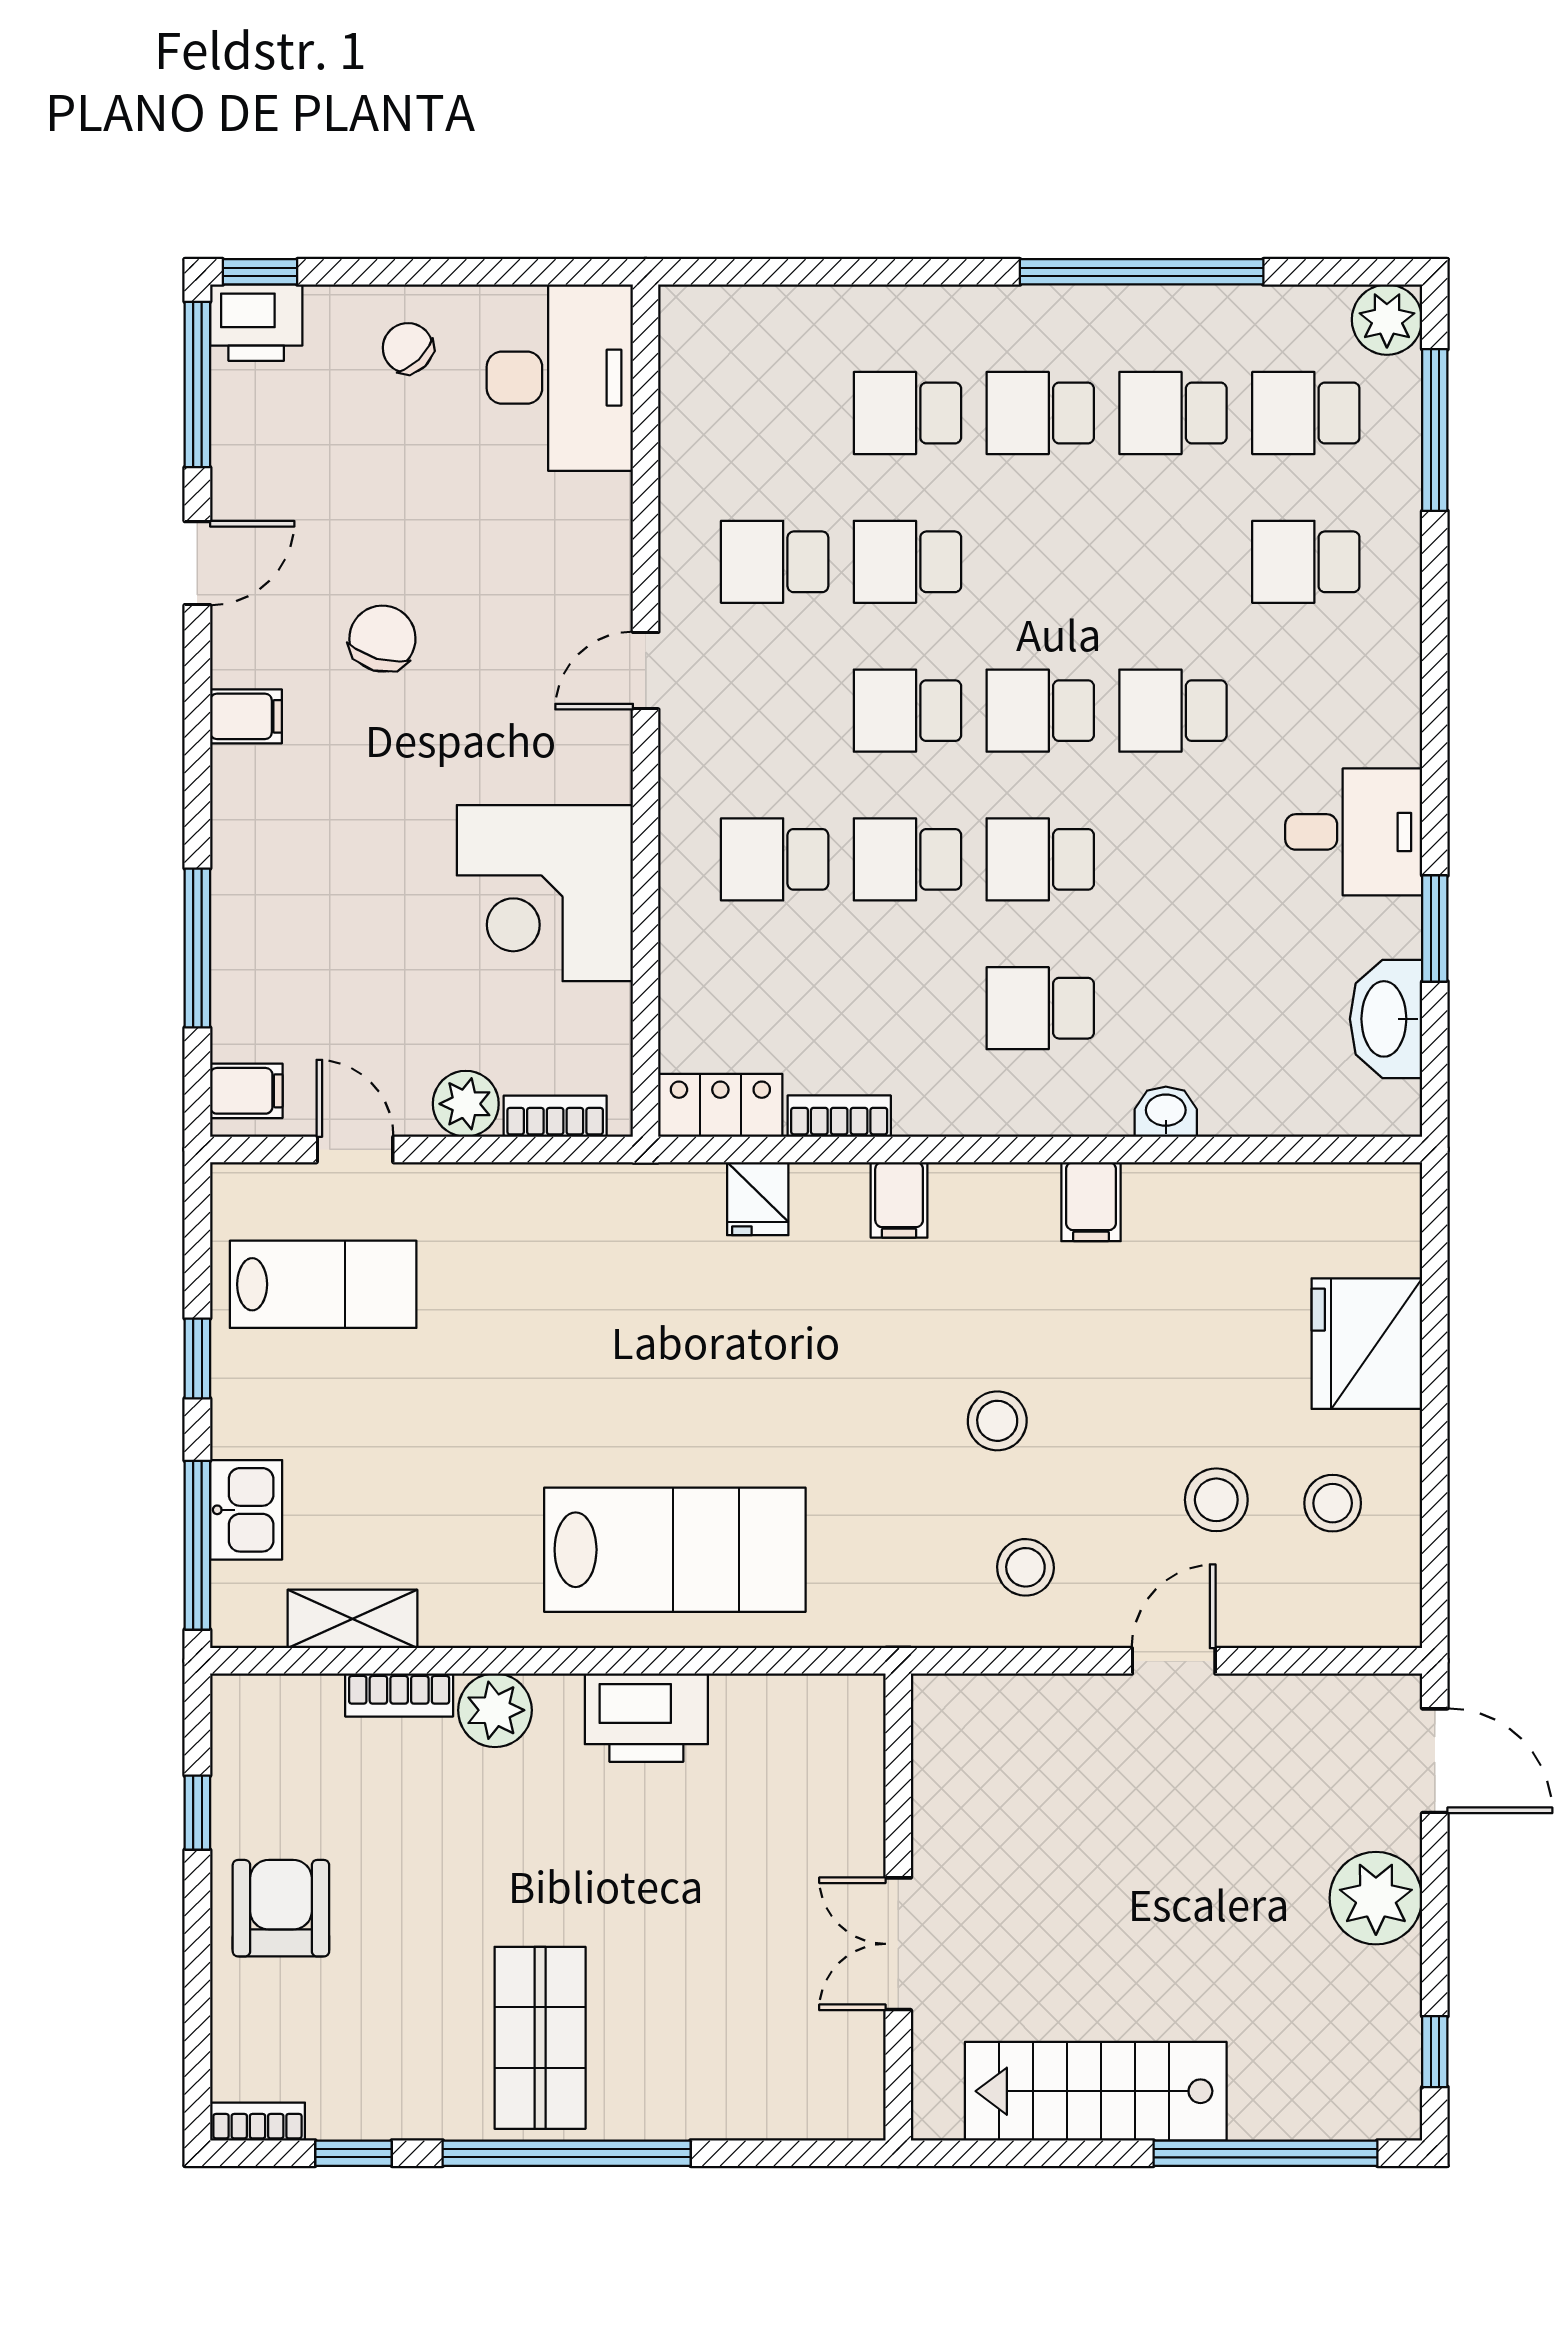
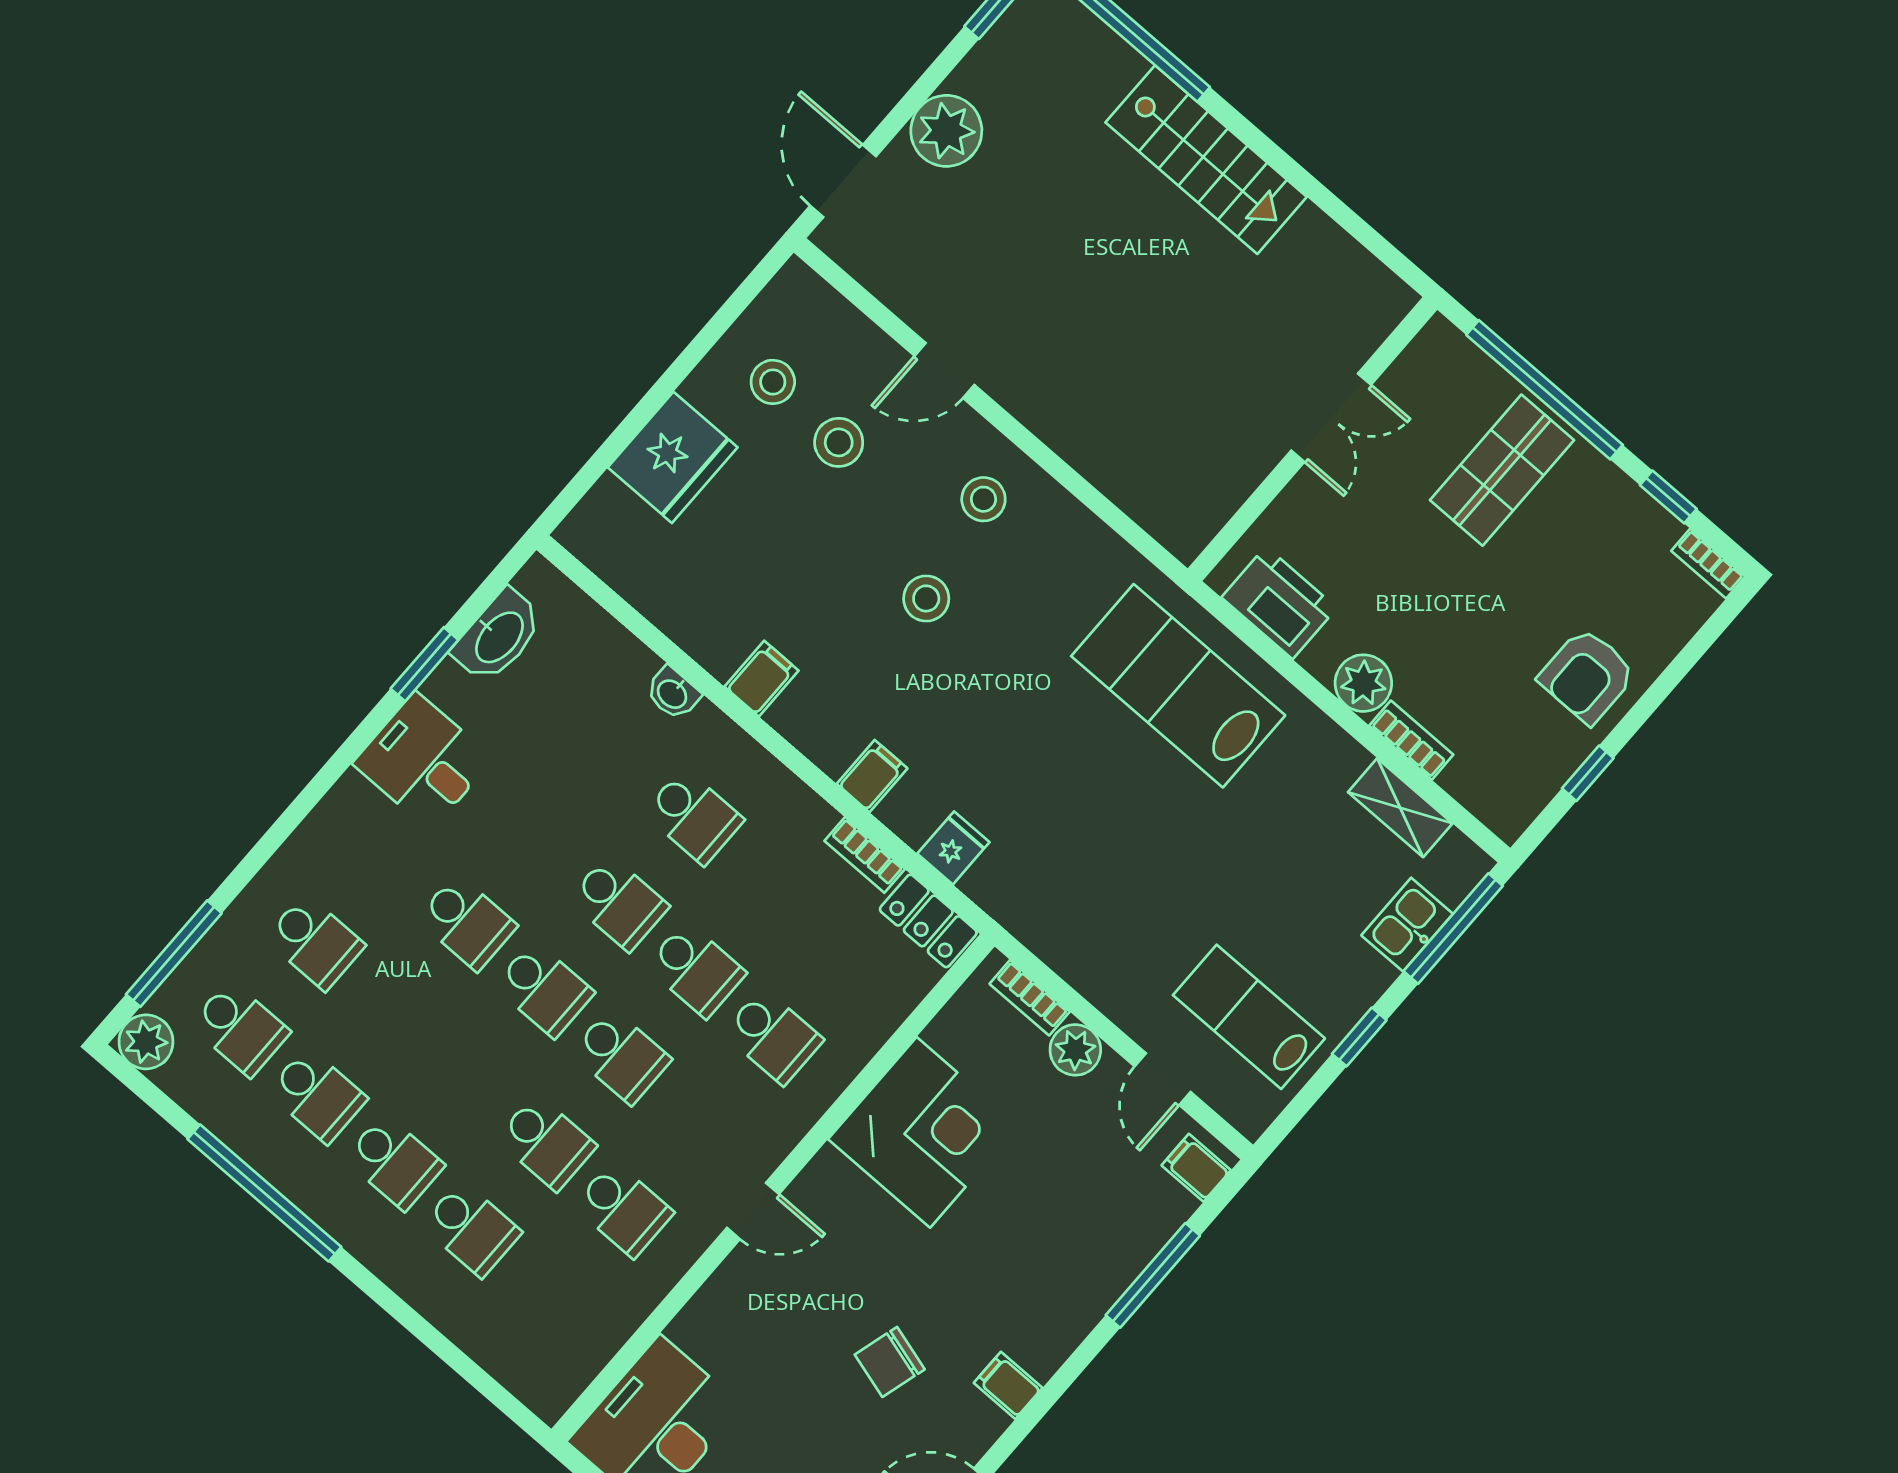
wall: (898, 1907) -> (1313, 439), moved
double door: (898, 1944) -> (1331, 418), moved

